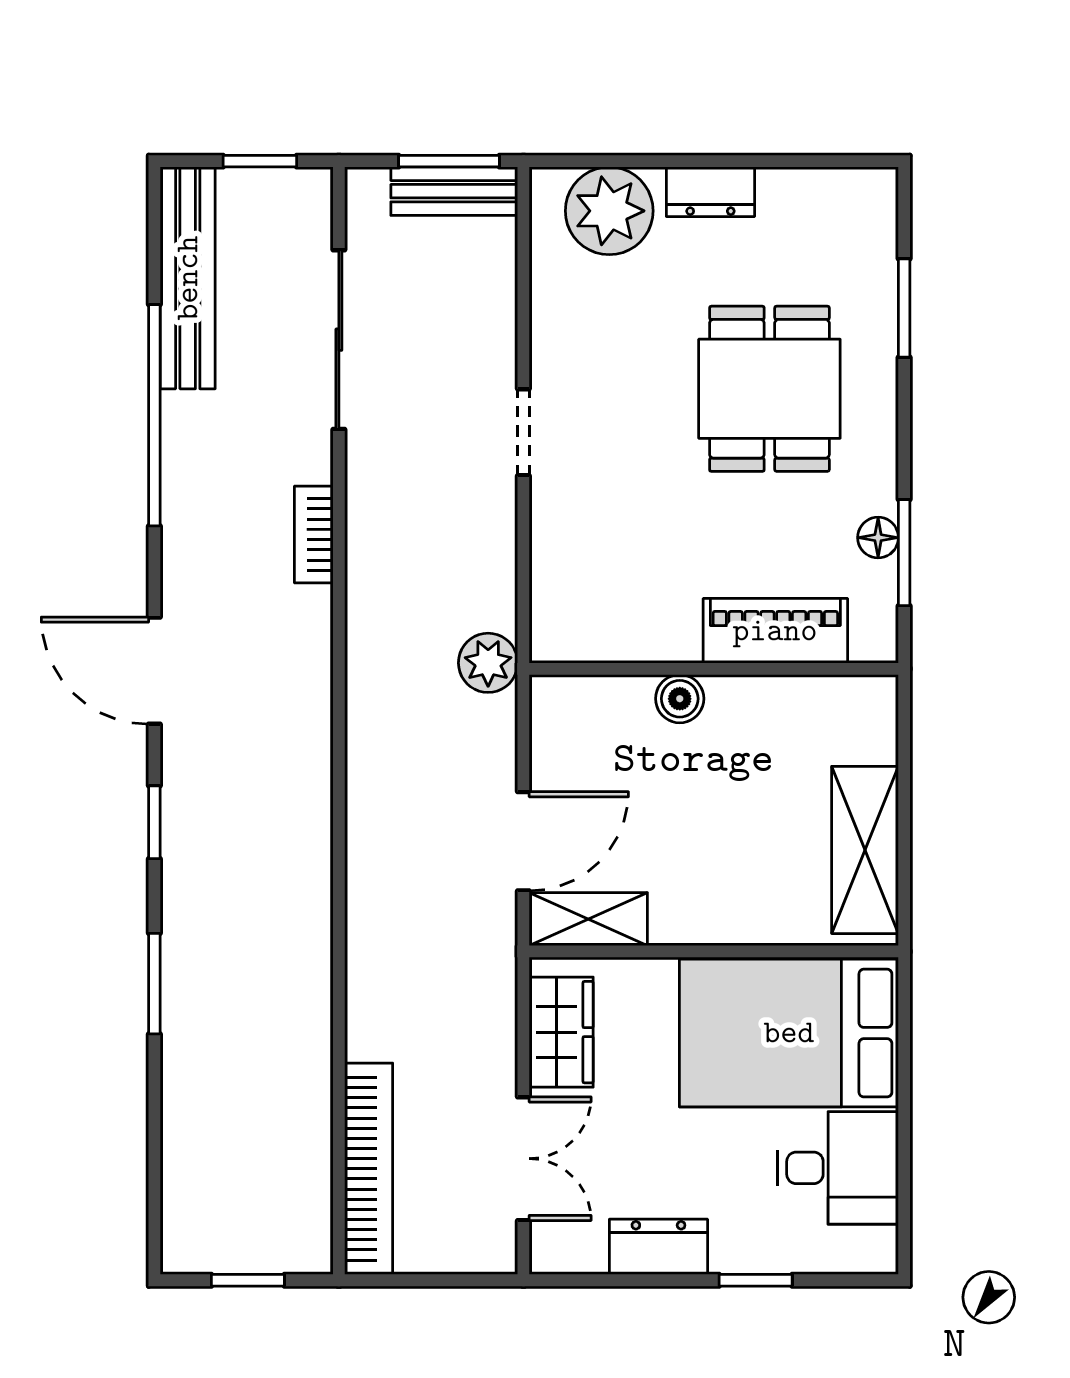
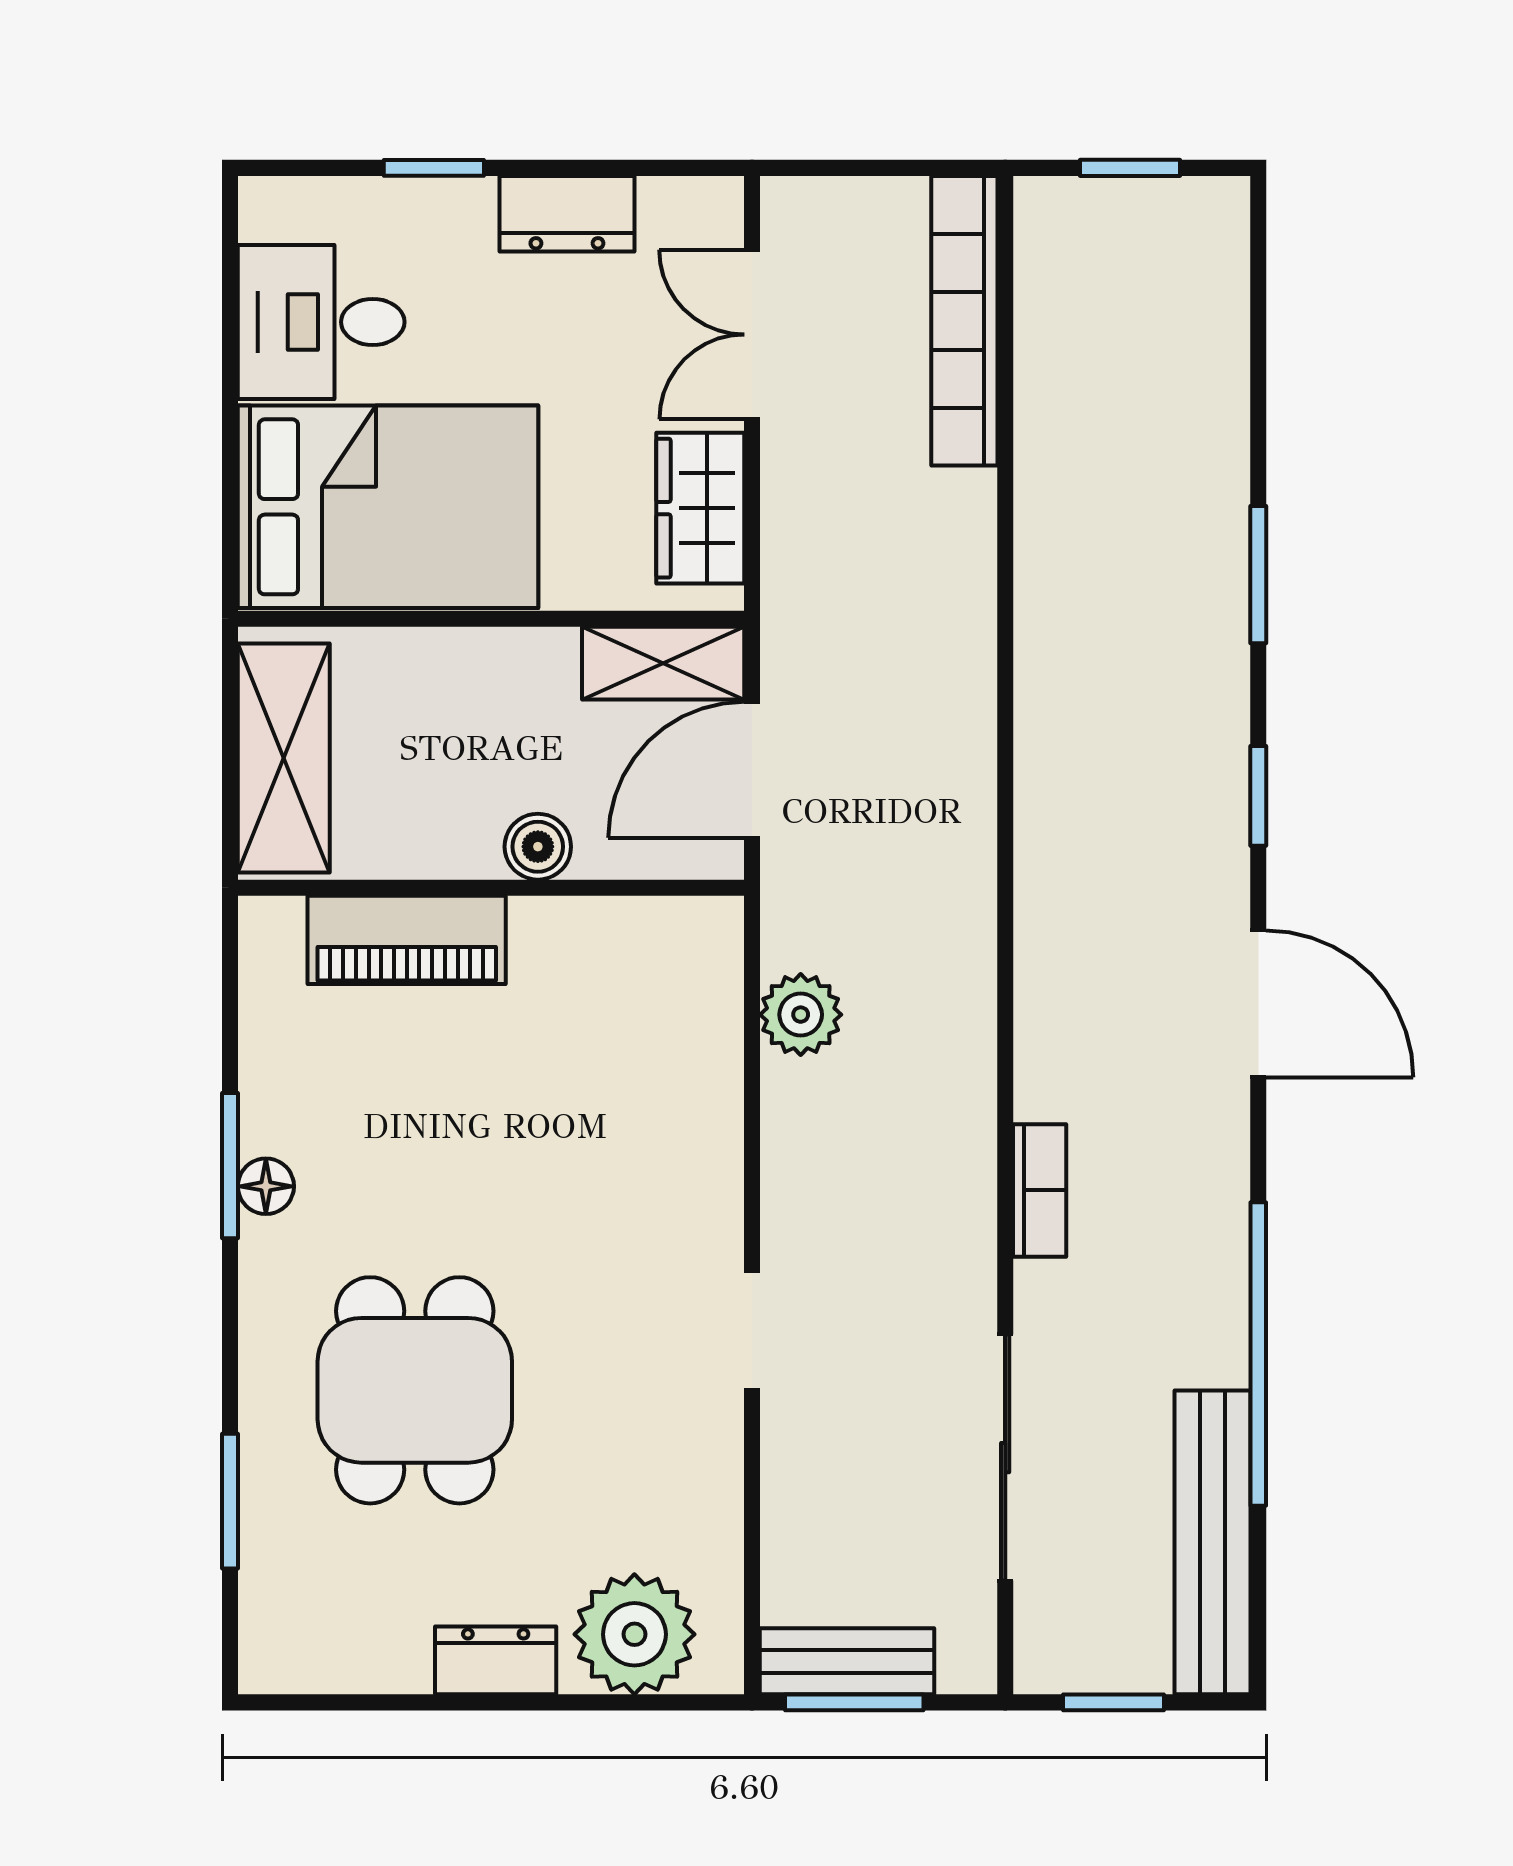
piano: (775, 631) -> (407, 940), moved
wall: (714, 669) -> (491, 888), moved
boiler: (680, 699) -> (538, 847), moved

